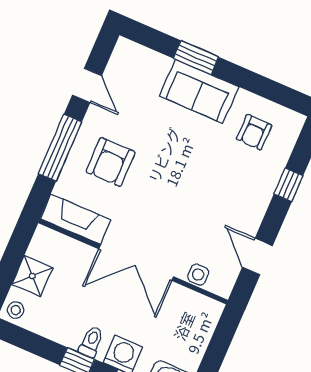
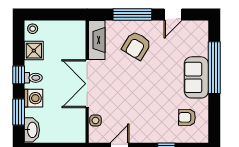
window: (196, 58) -> (214, 68), width x2.11
armchair: (110, 162) -> (136, 46), turned -59
shower: (32, 276) -> (34, 51), moved

